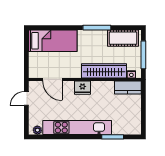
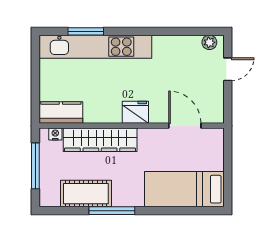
cot: (123, 38) -> (86, 194), moved
door: (26, 99) -> (228, 69), moved
kitchen unit: (77, 128) -> (95, 47), moved

